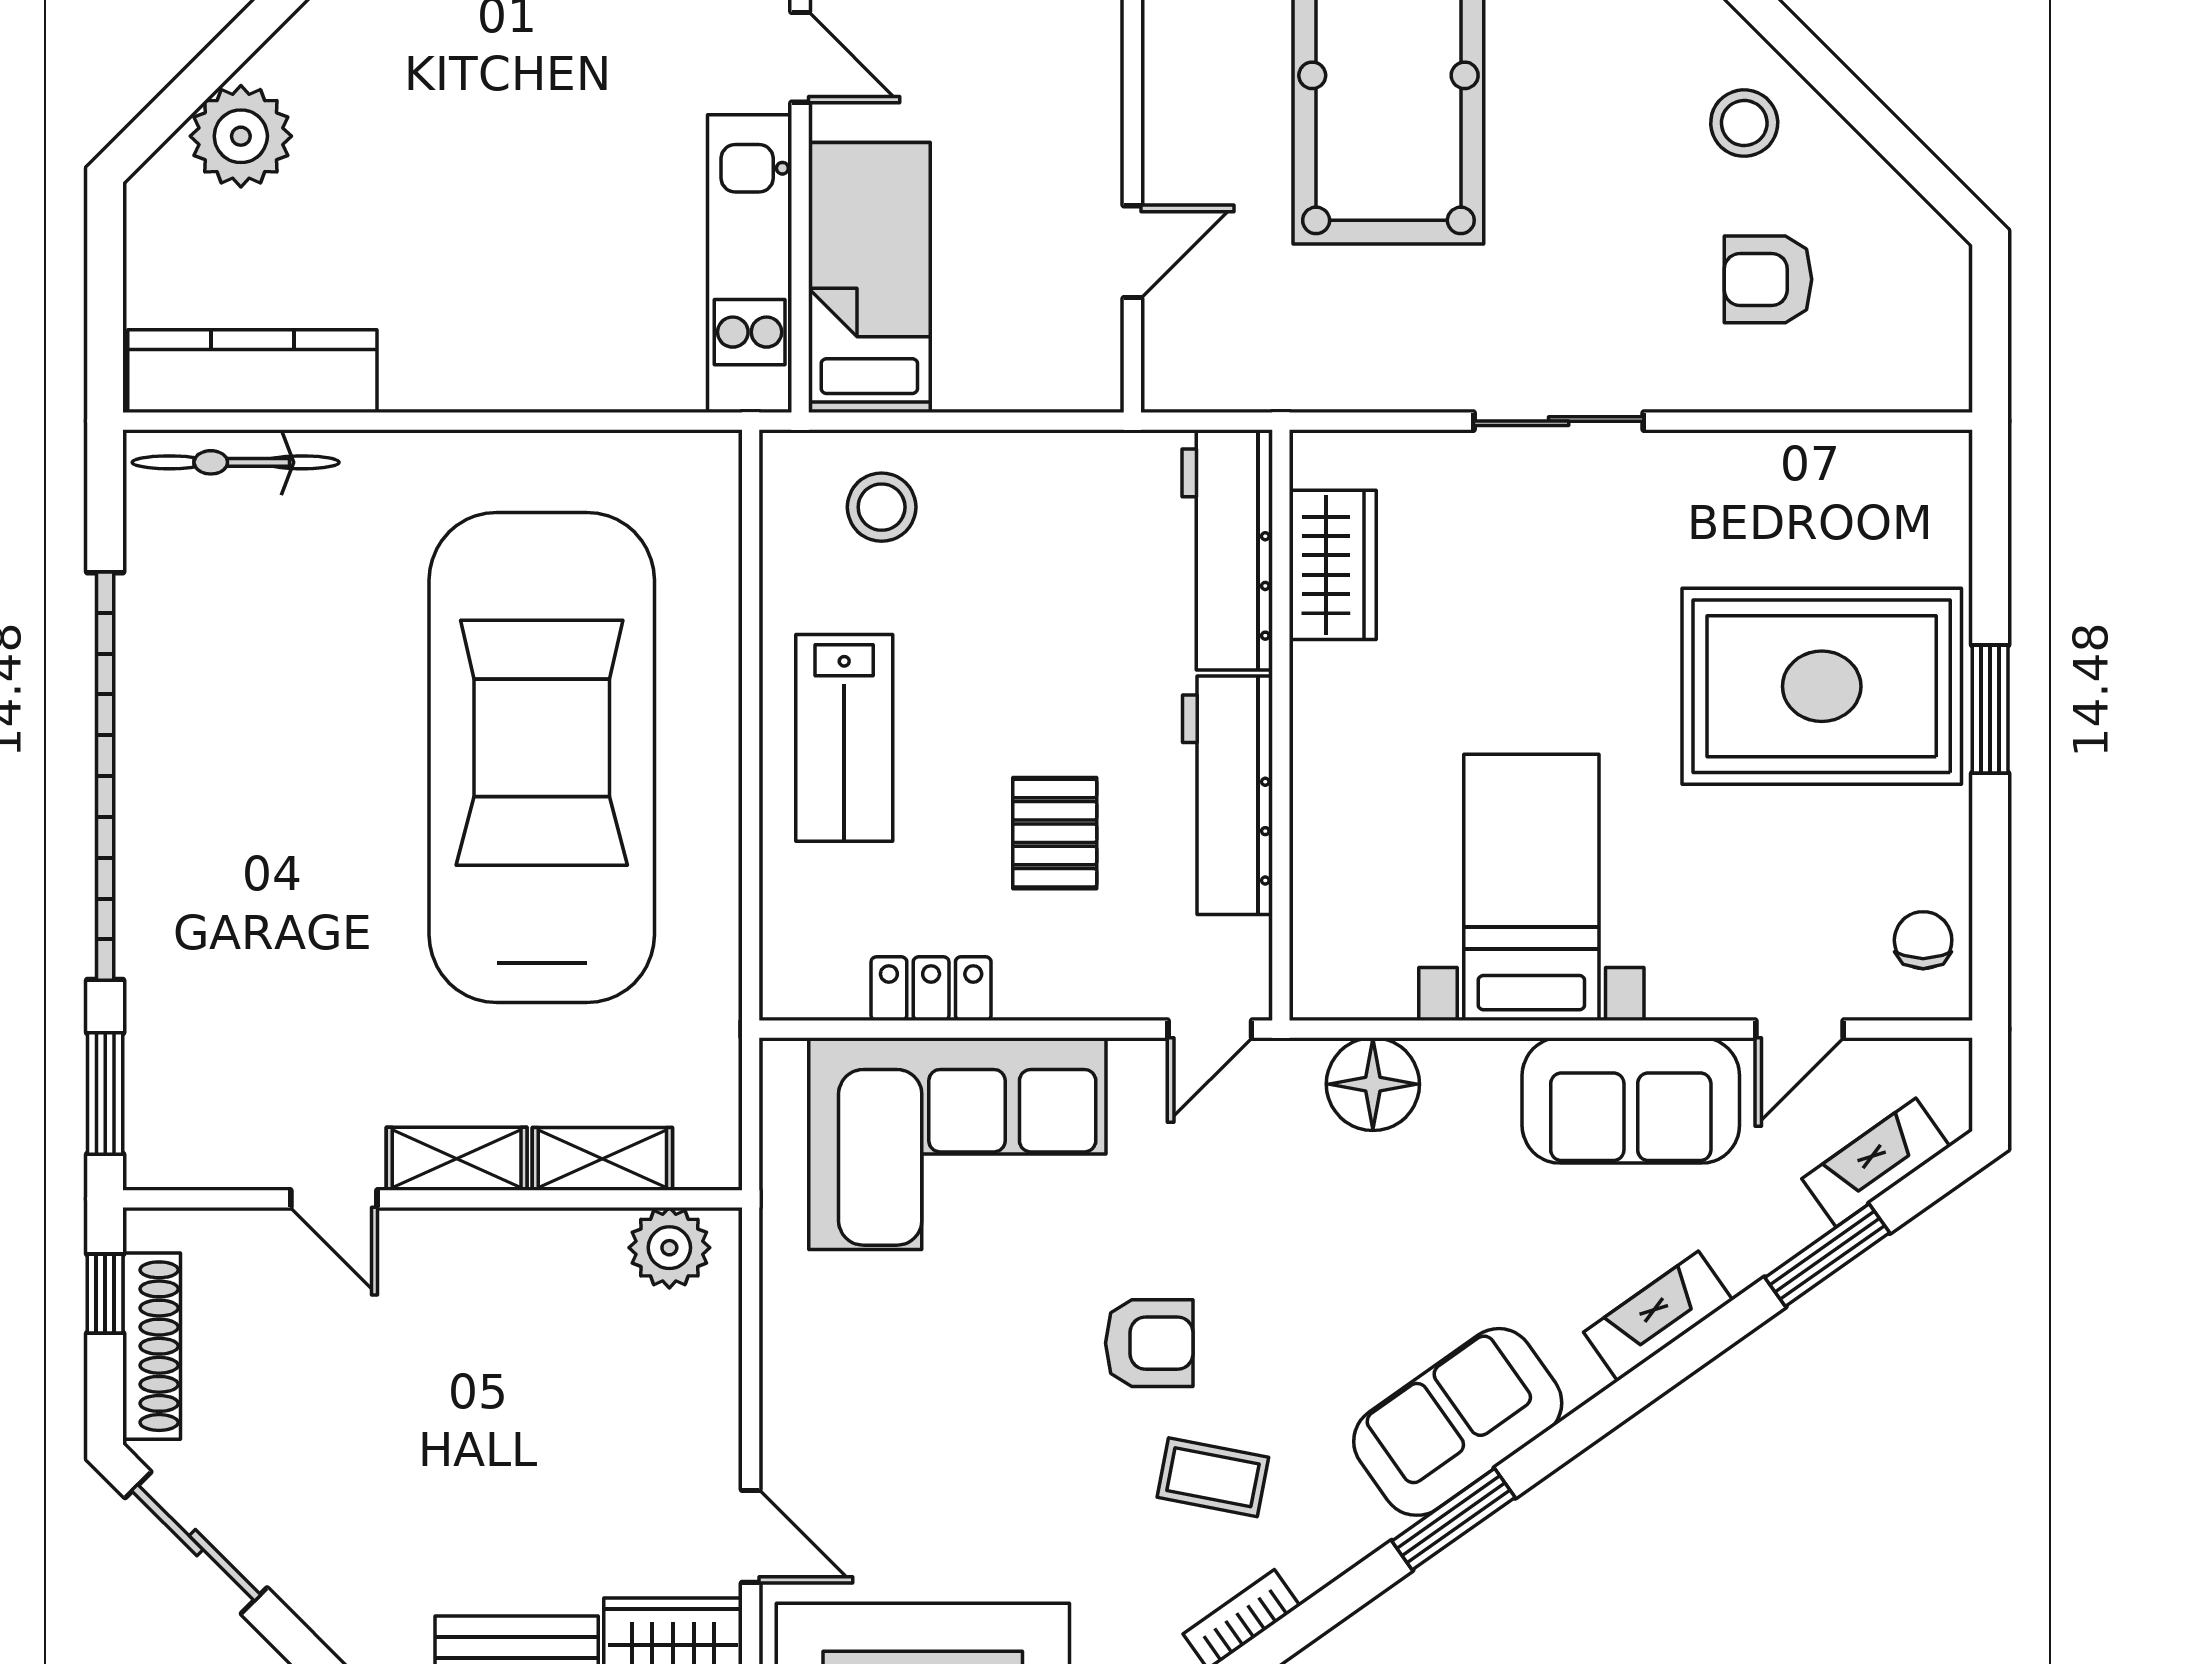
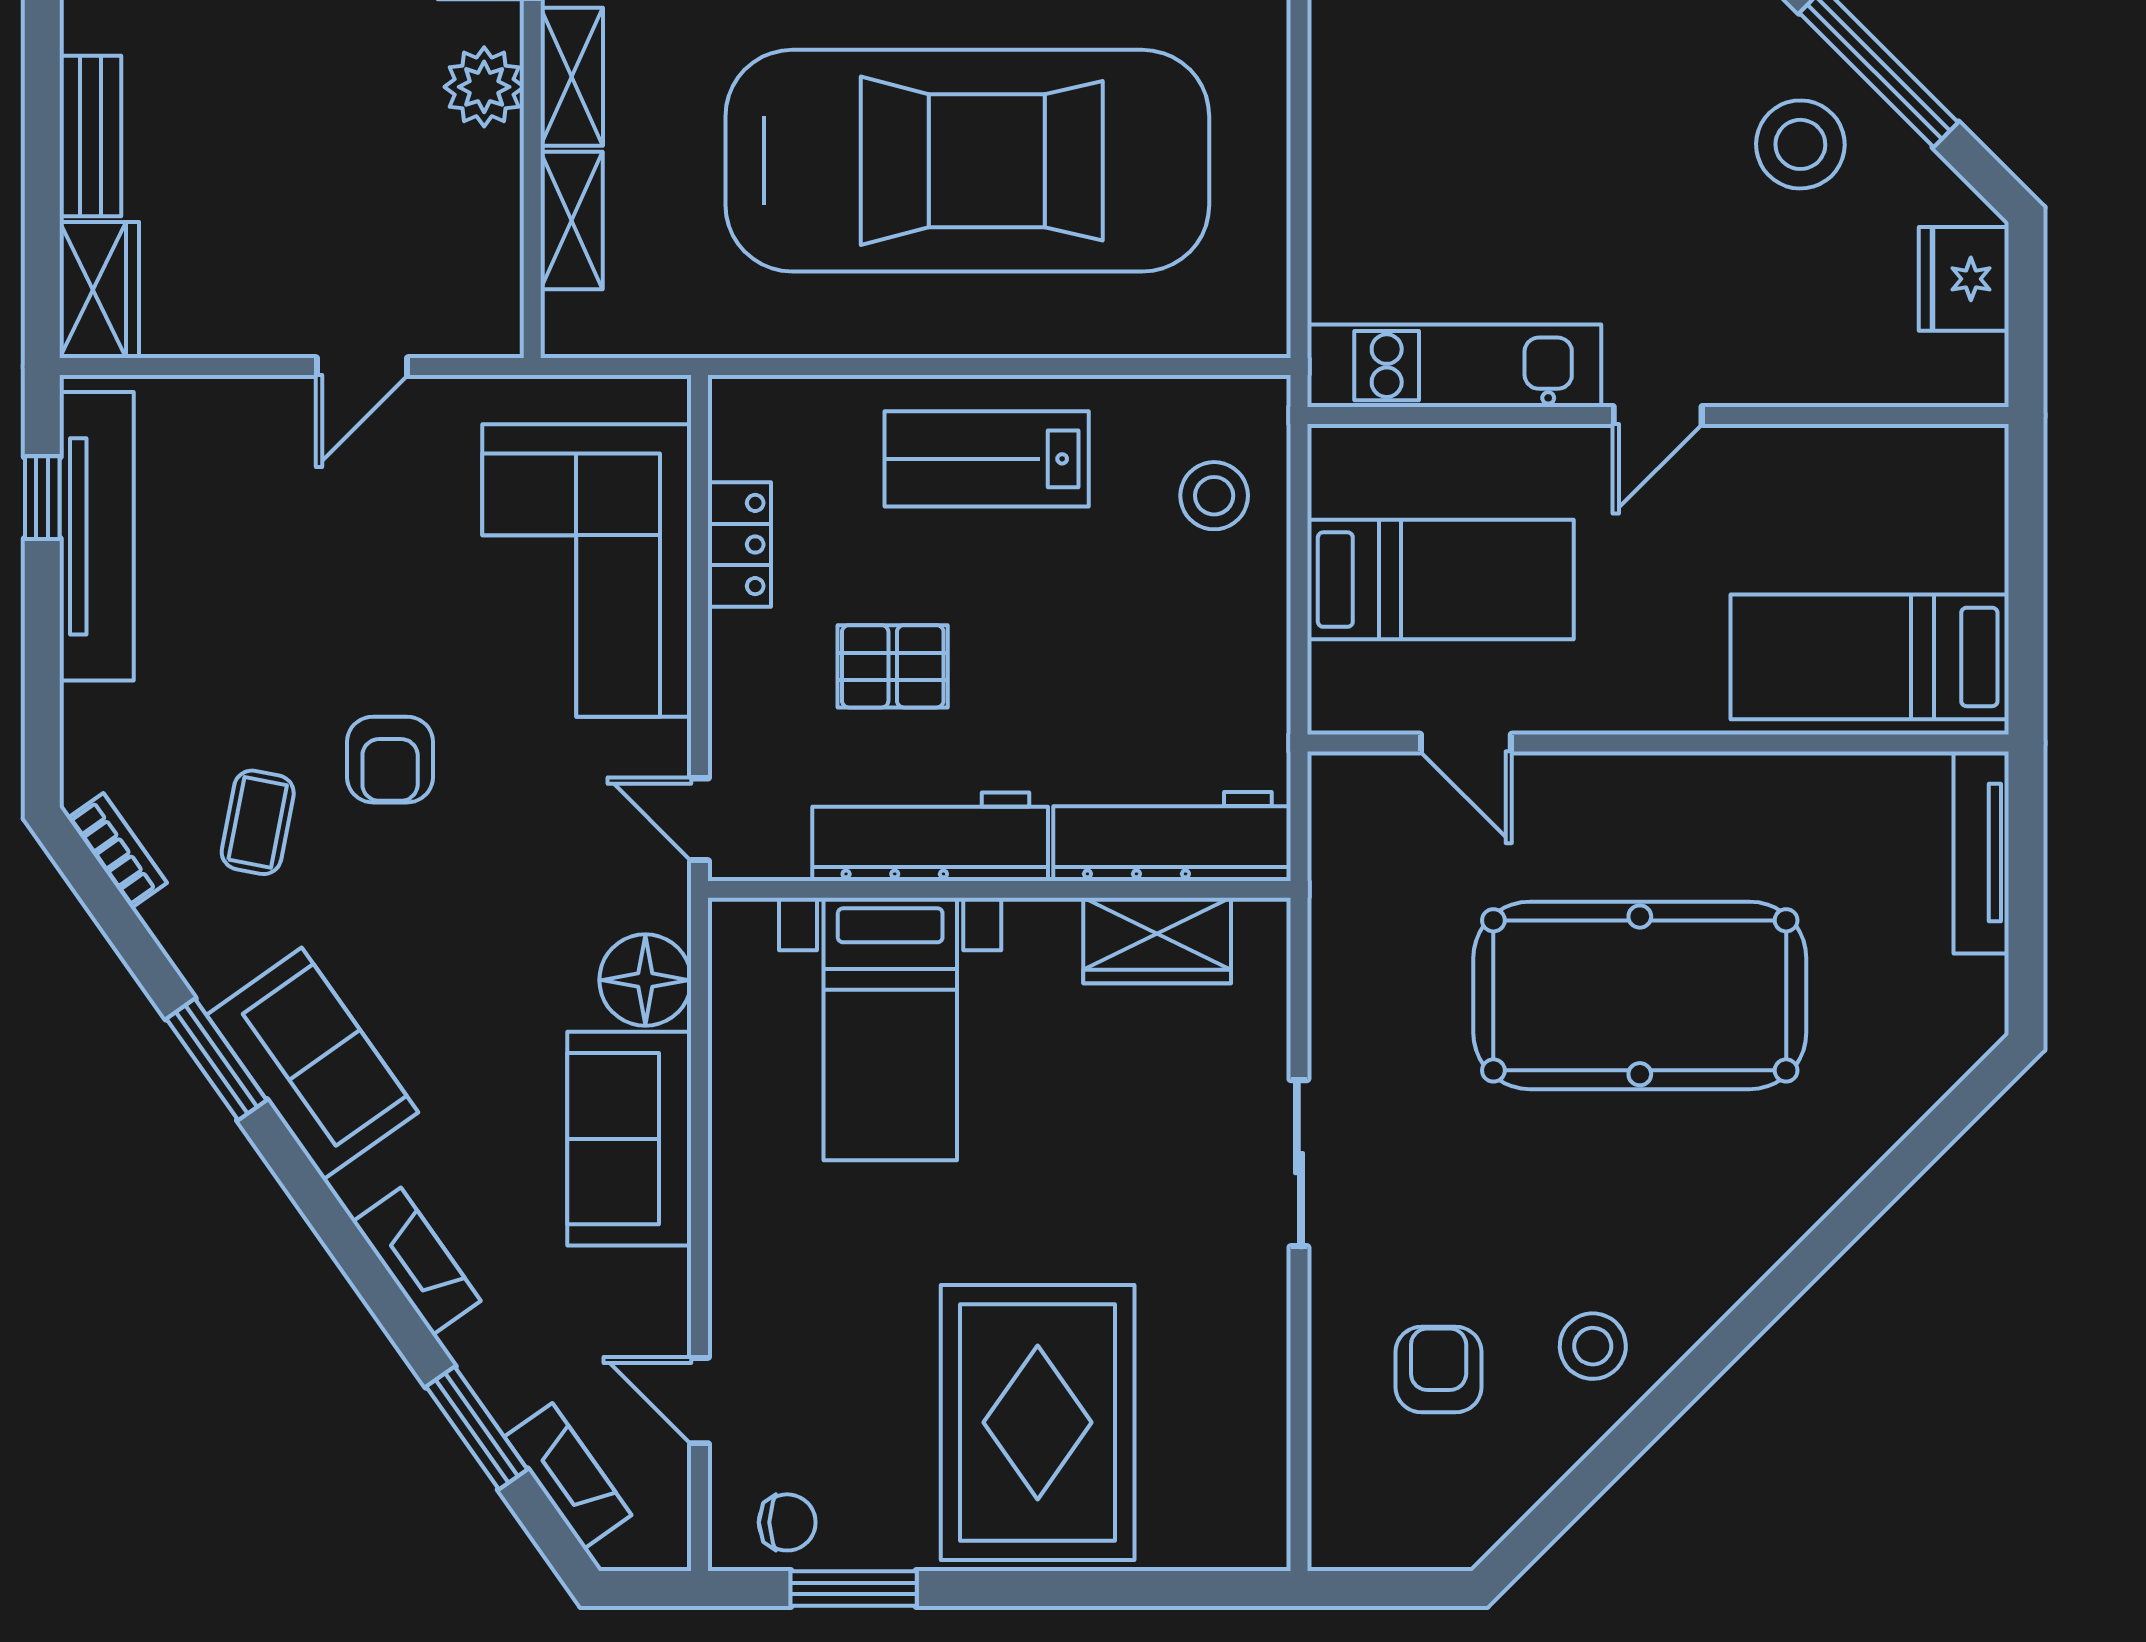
bed: (869, 278) -> (1440, 580), moved
window: (1990, 709) -> (854, 1588), moved
bed with nightstands: (1531, 887) -> (890, 1029), moved, turned 90
sofa: (1631, 1100) -> (629, 1139), moved
plant: (669, 1248) -> (484, 87), moved
door: (751, 1536) -> (362, 367), moved

